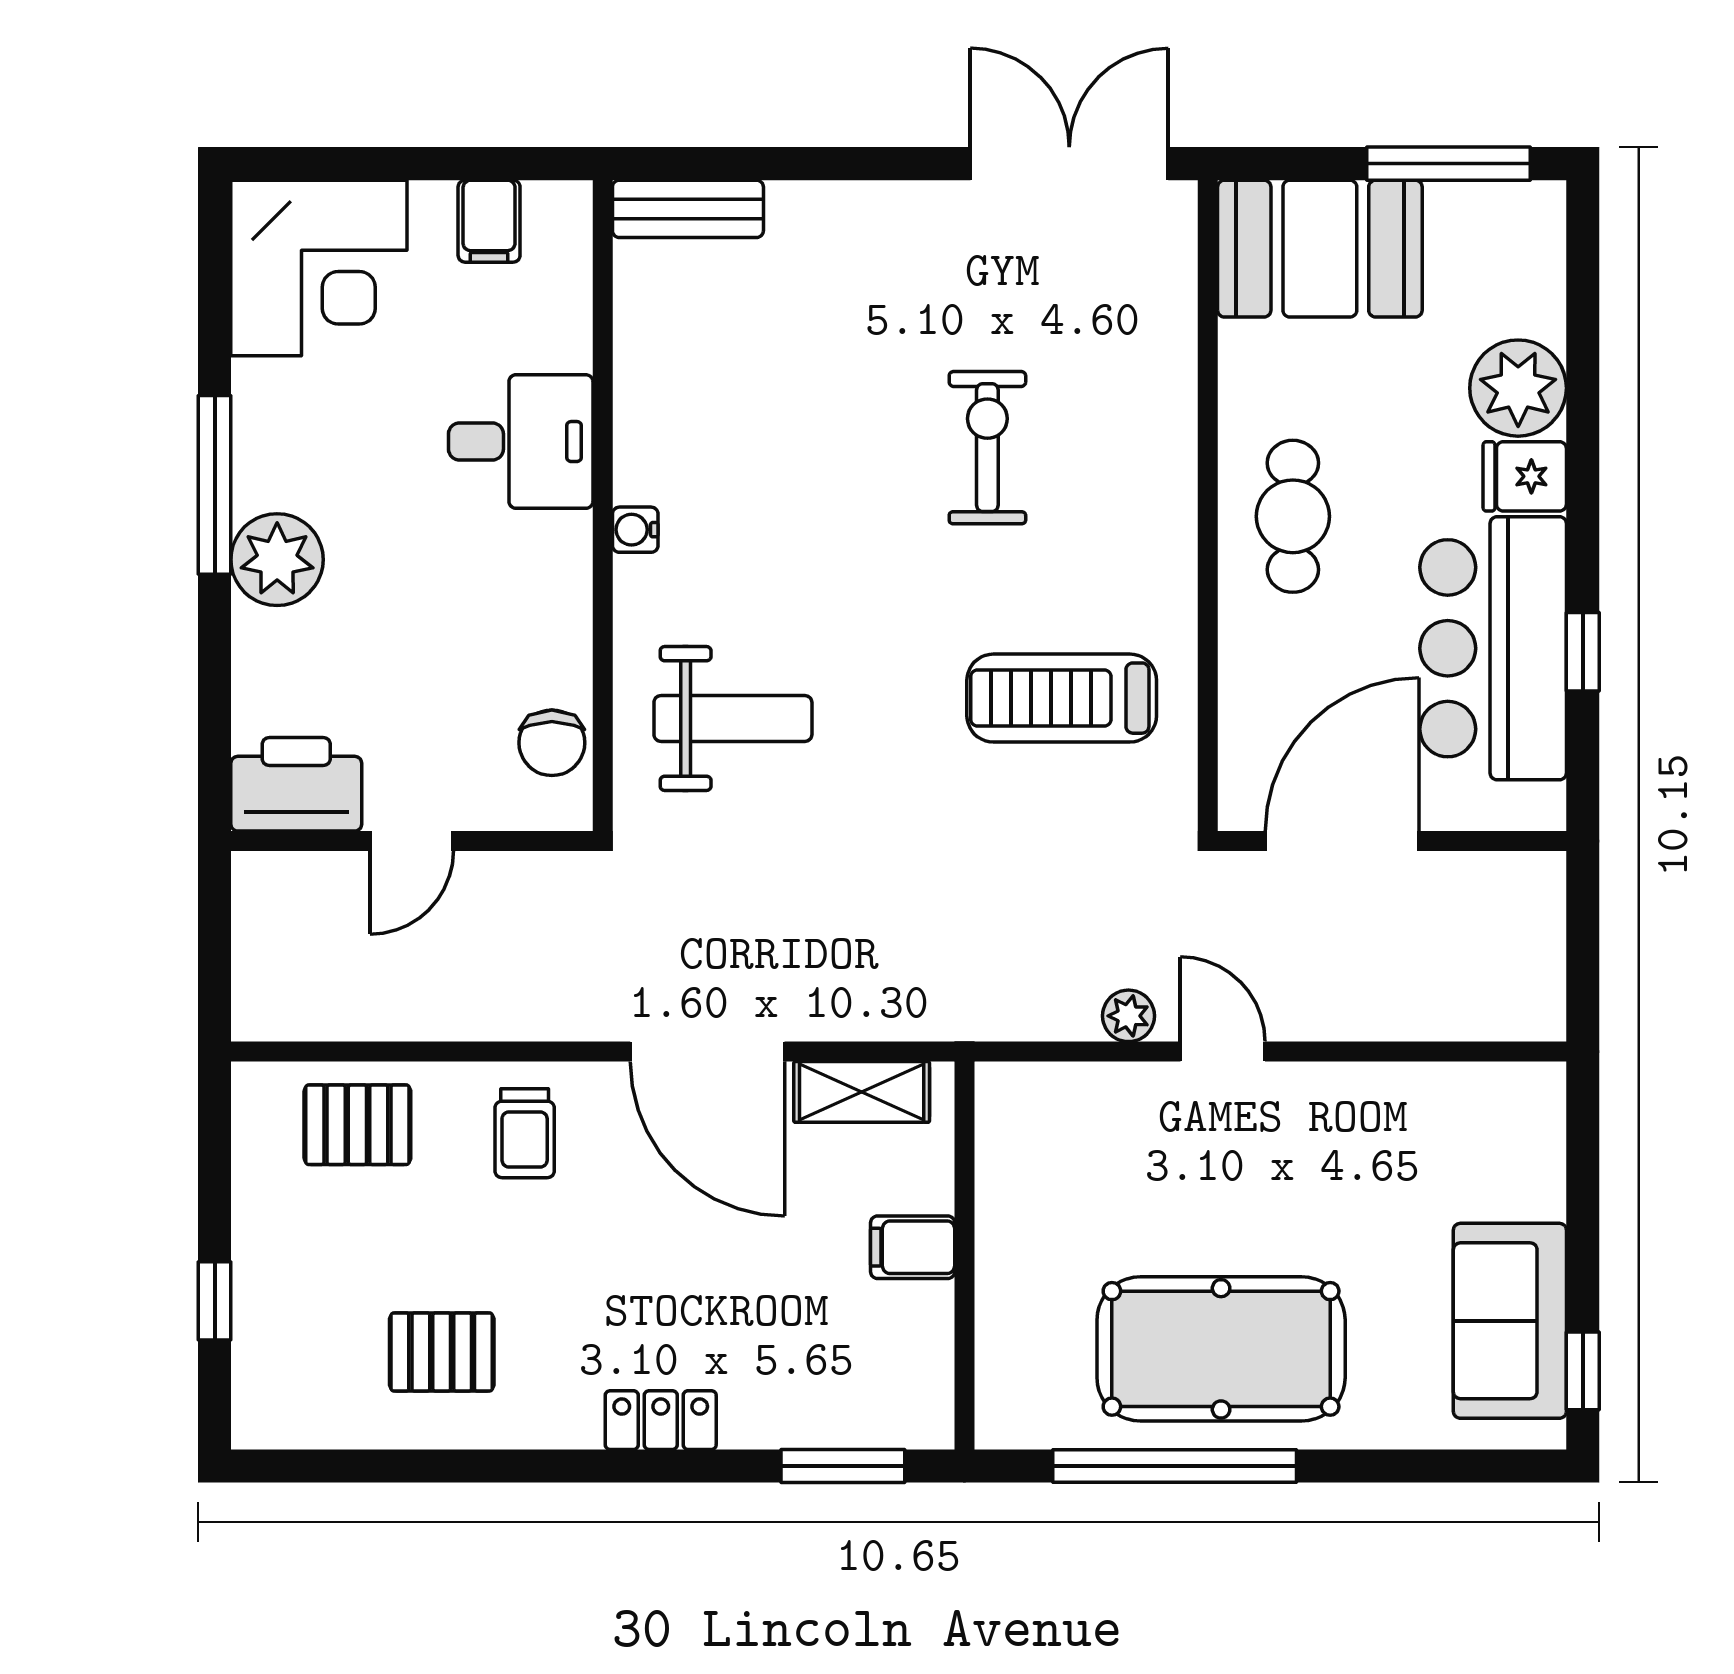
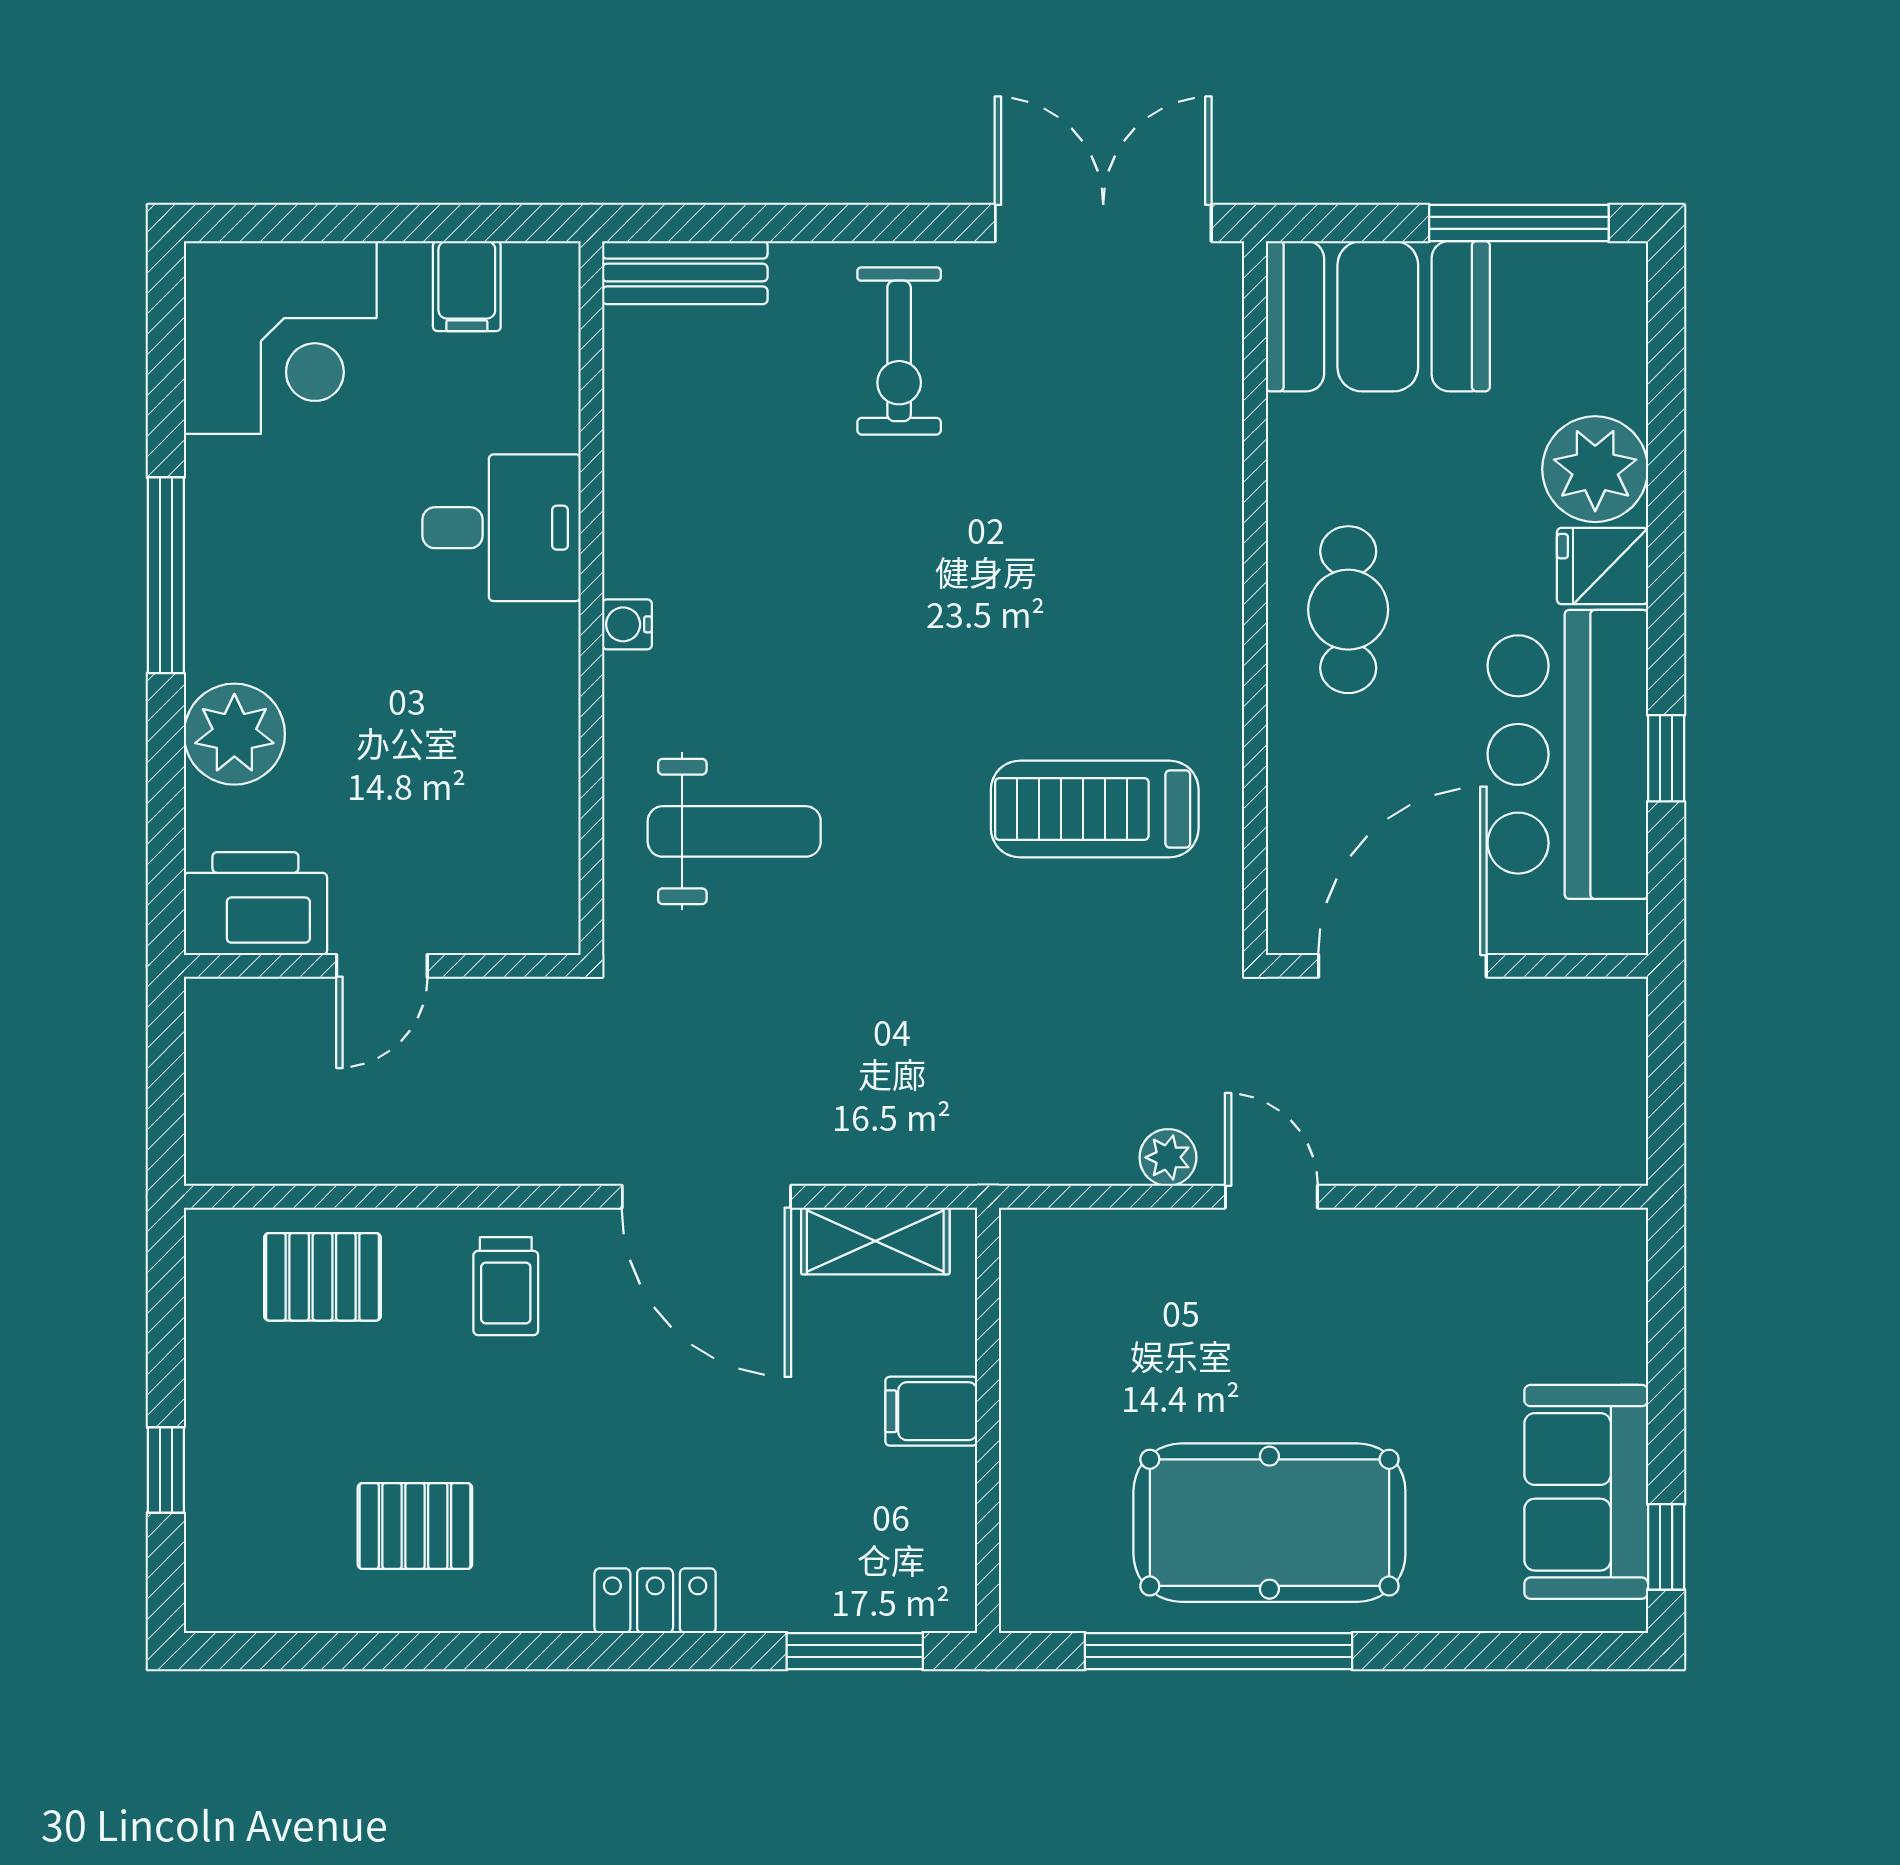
exercise bike: (987, 448) -> (899, 351), moved, turned 180
plant: (277, 560) -> (234, 734), moved
chair: (552, 743) -> (536, 858), removed

